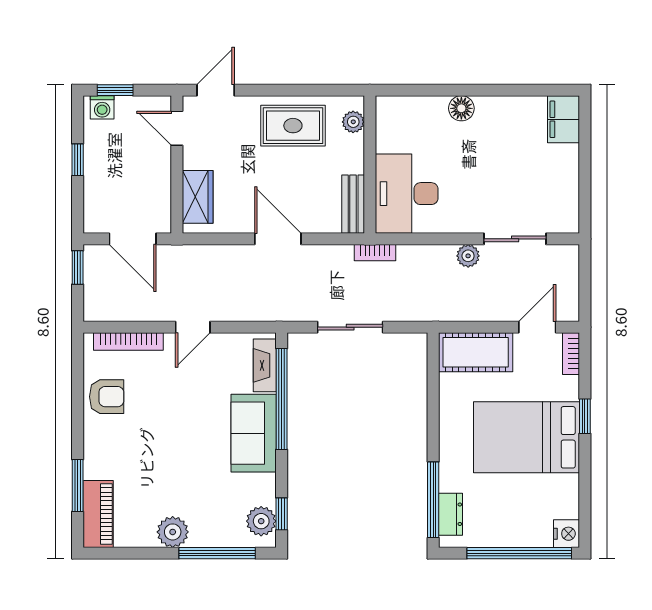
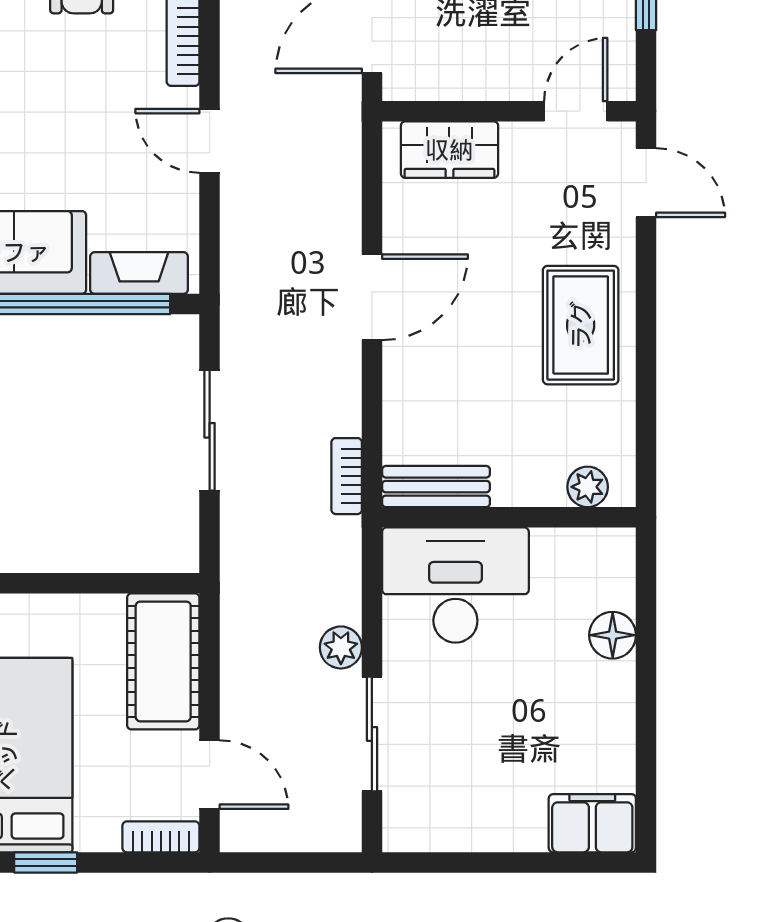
plant: (353, 122) -> (588, 487), moved
wall: (370, 164) -> (509, 517), moved
desk: (407, 194) -> (455, 585), moved
bench: (353, 204) -> (436, 487), moved

